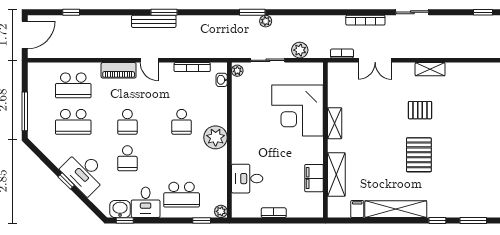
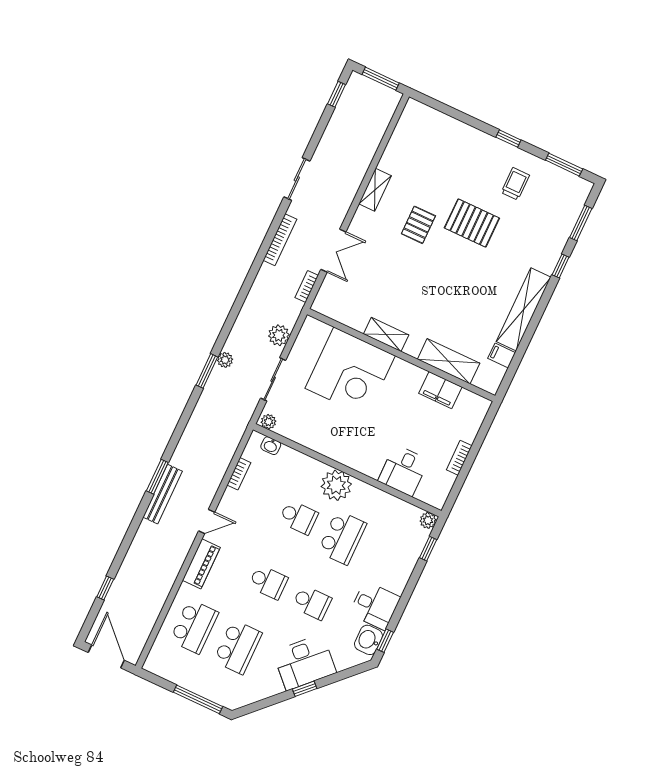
bookcase: (192, 67) -> (239, 474), width x0.64
pallet: (419, 155) -> (472, 223), moved
trolley: (479, 163) -> (515, 184), added
school desk: (182, 195) -> (342, 538), moved

